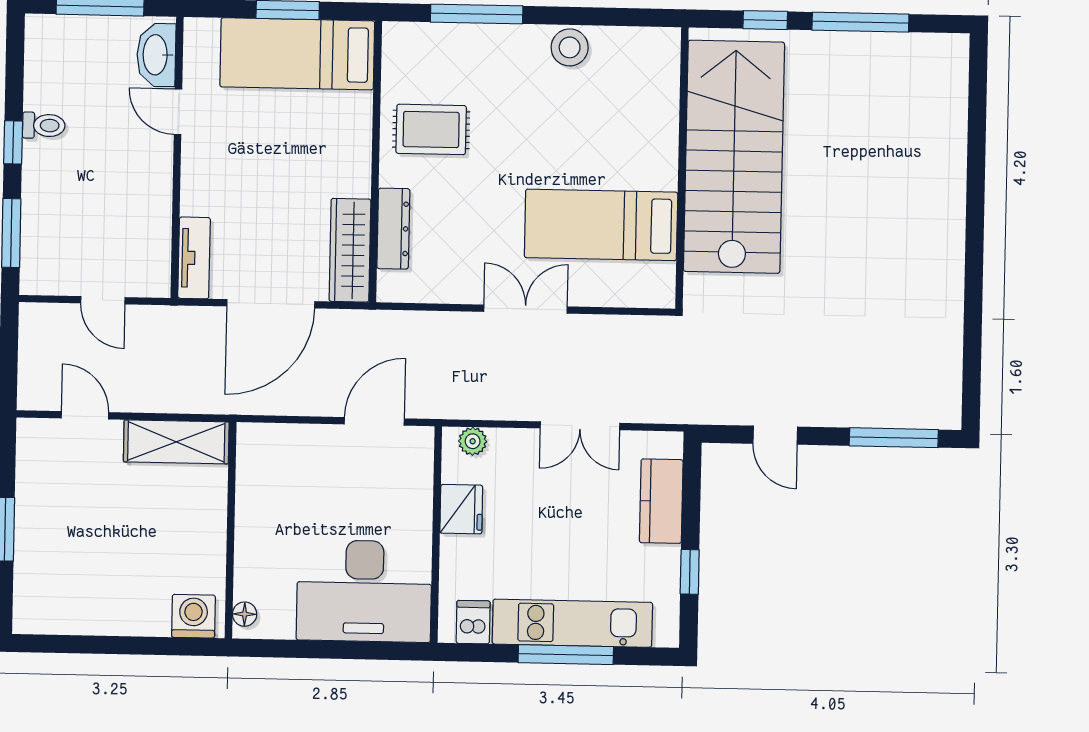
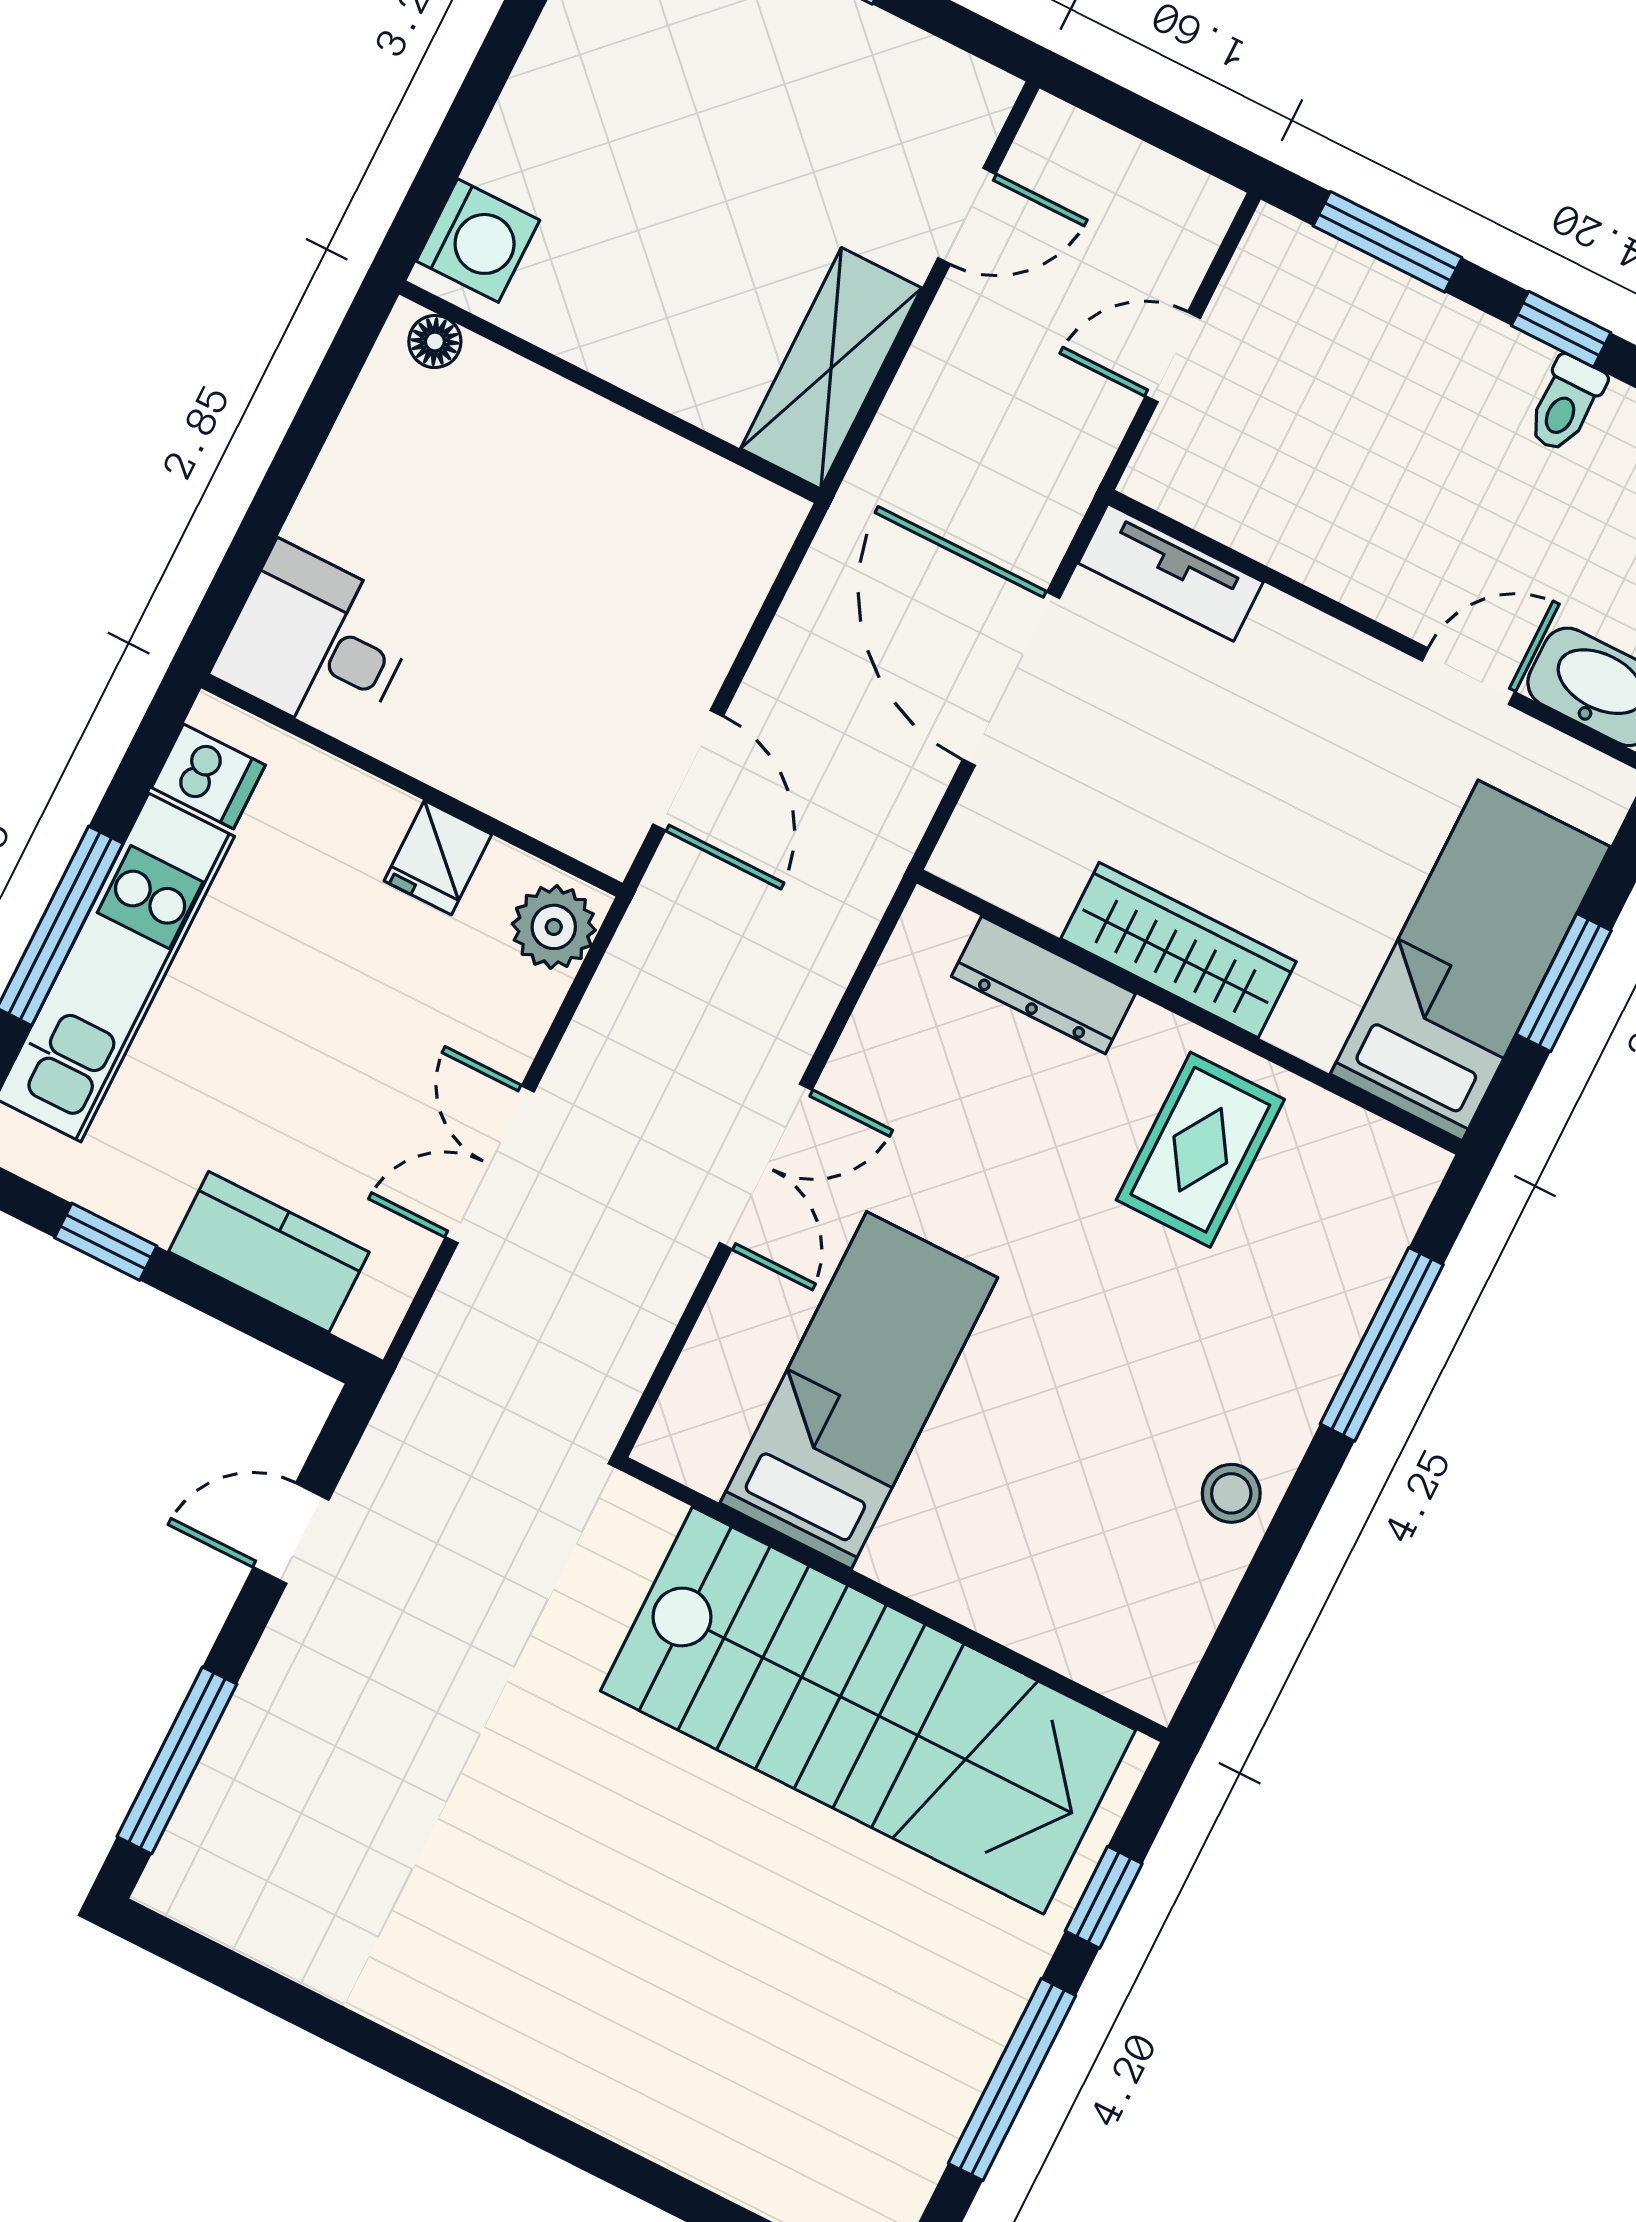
stool: (570, 47) -> (1231, 1493), width x0.73, depth x0.73
wardrobe: (350, 250) -> (1179, 950), moved
plant: (473, 441) -> (554, 927), width x1.38, depth x1.38
fridge: (461, 509) -> (438, 858), width x0.72
desk: (364, 591) -> (317, 643), width x0.53, depth x0.77

